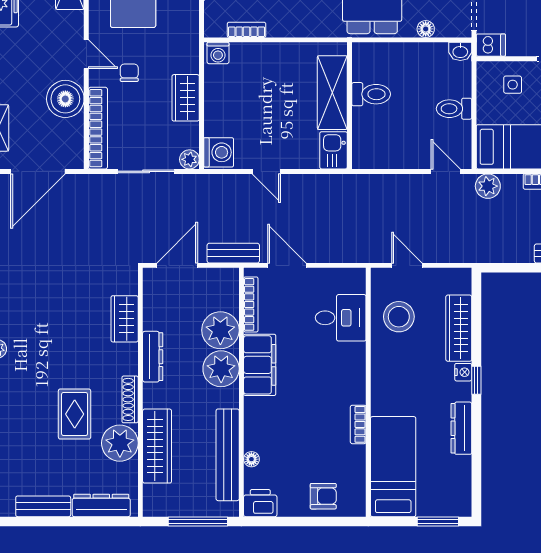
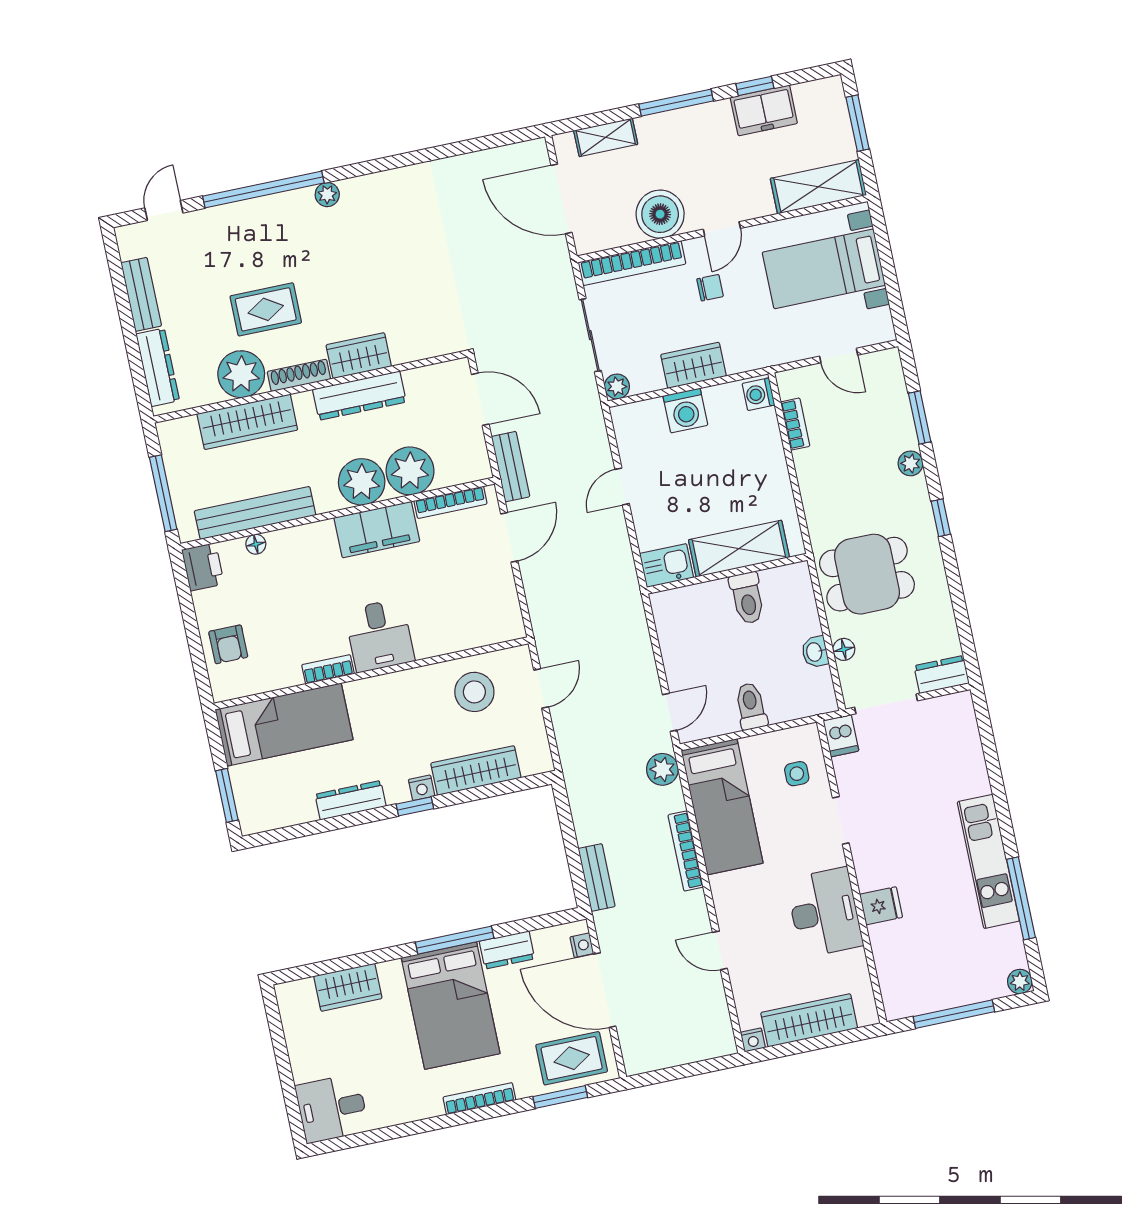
washbasin: (460, 51) -> (815, 652), moved
washing machine: (219, 152) -> (685, 410), moved
desk: (341, 318) -> (379, 635), moved
wardrobe: (125, 319) -> (359, 356), moved
dresser: (153, 357) -> (359, 396), width x1.37, depth x1.24

